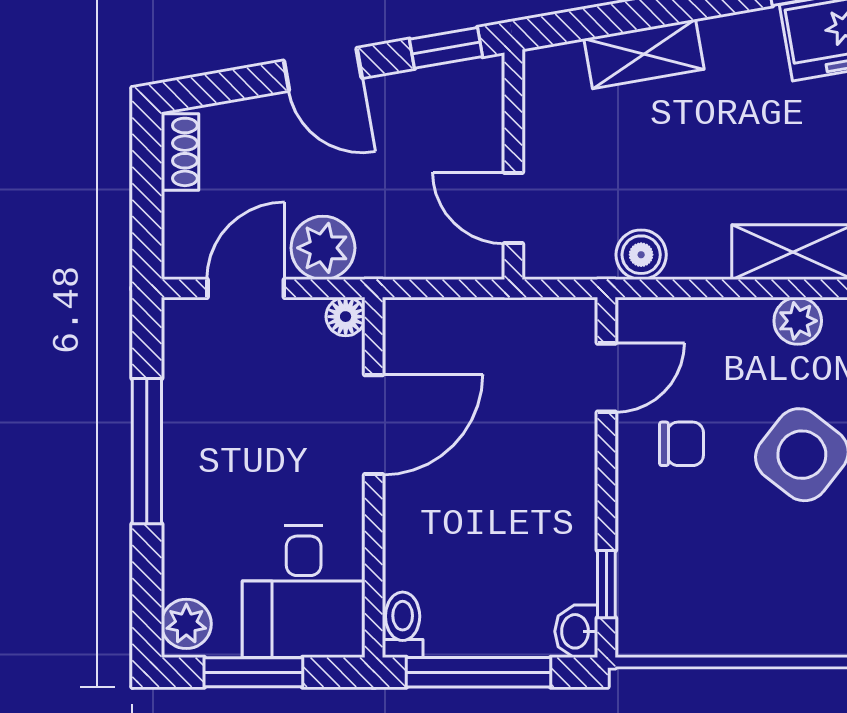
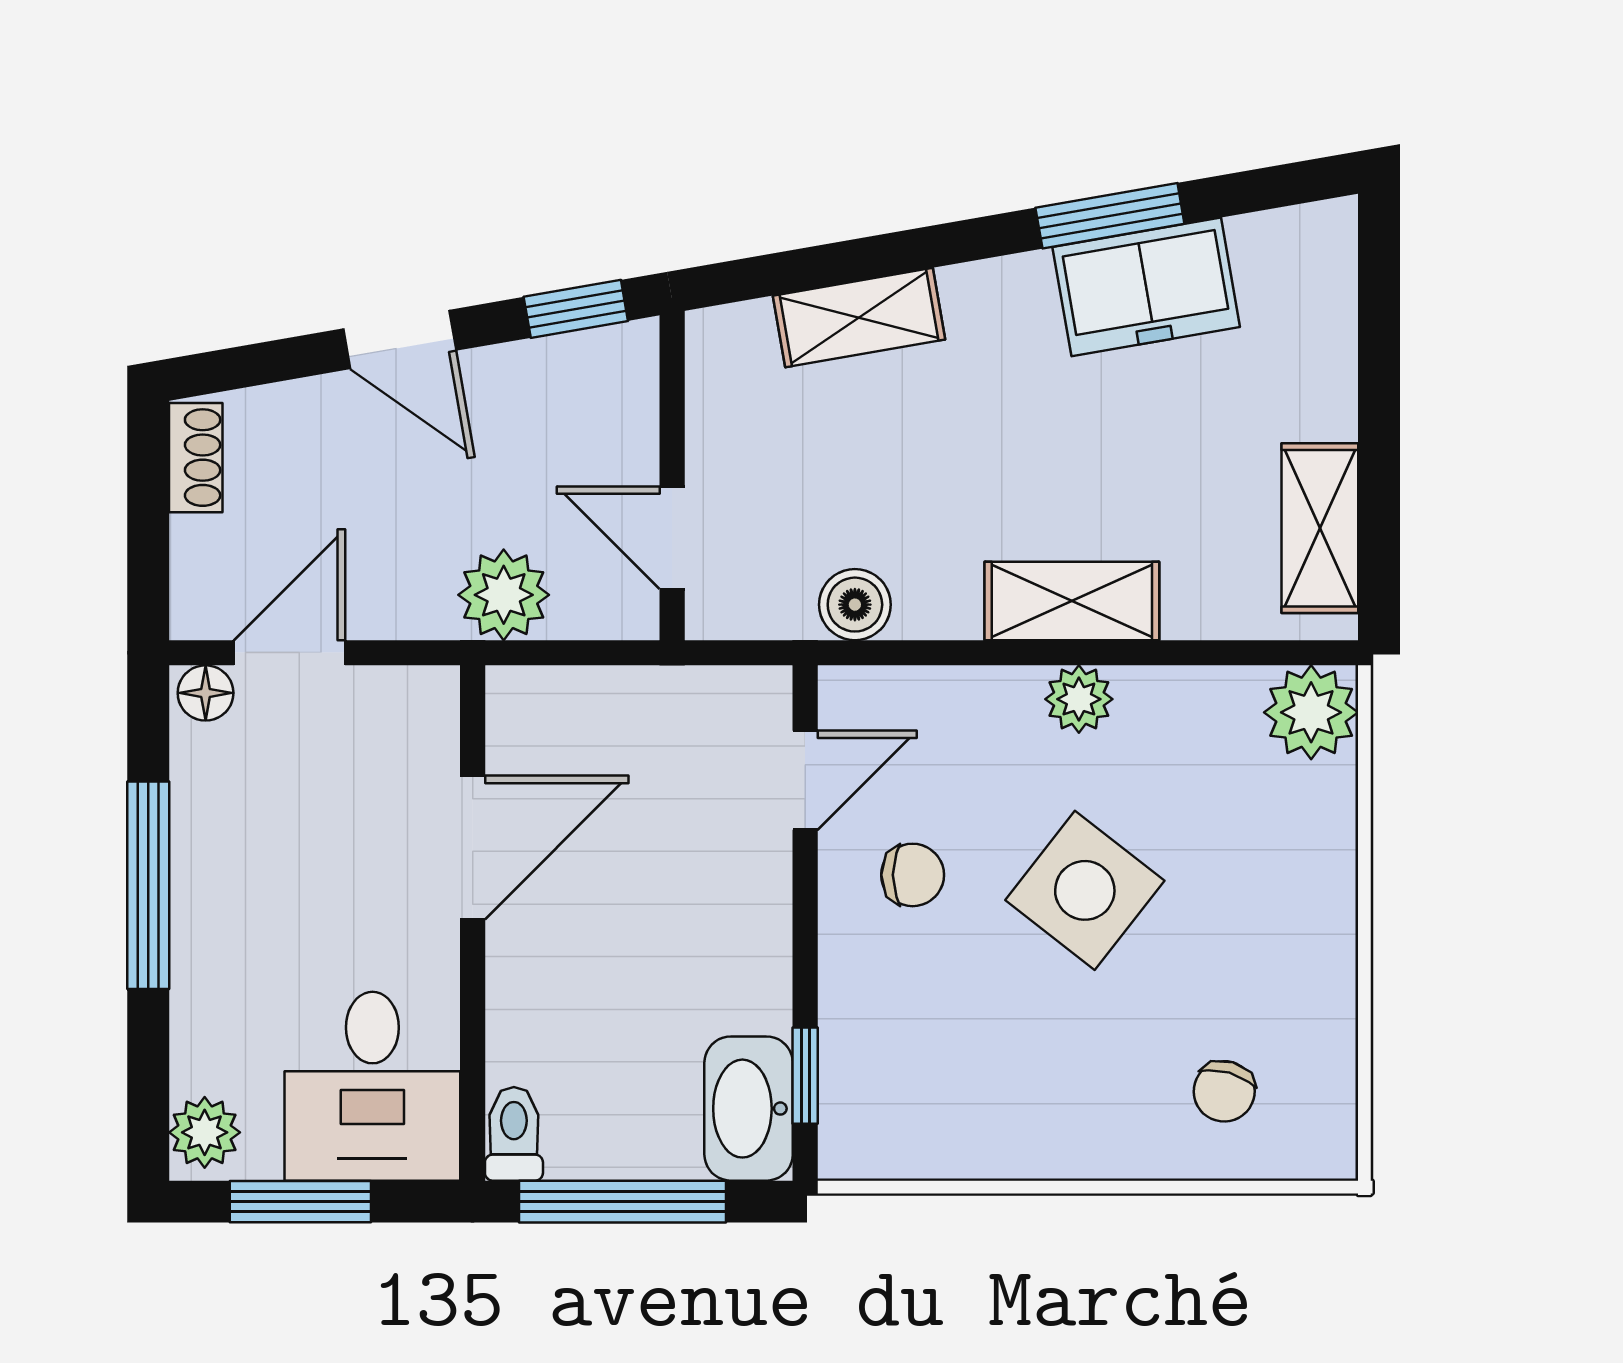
plant: (323, 248) -> (504, 595), moved
floor lamp: (346, 317) -> (206, 693), moved
washbasin: (576, 631) -> (749, 1109), width x1.91, depth x1.45

